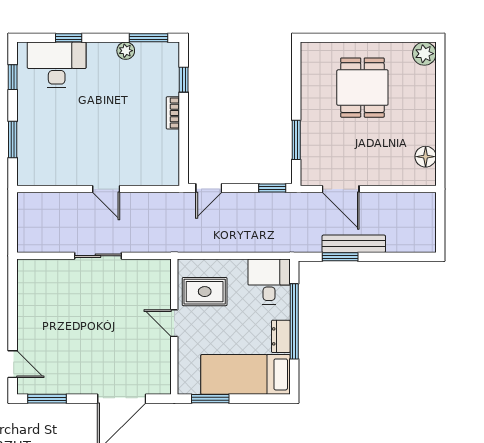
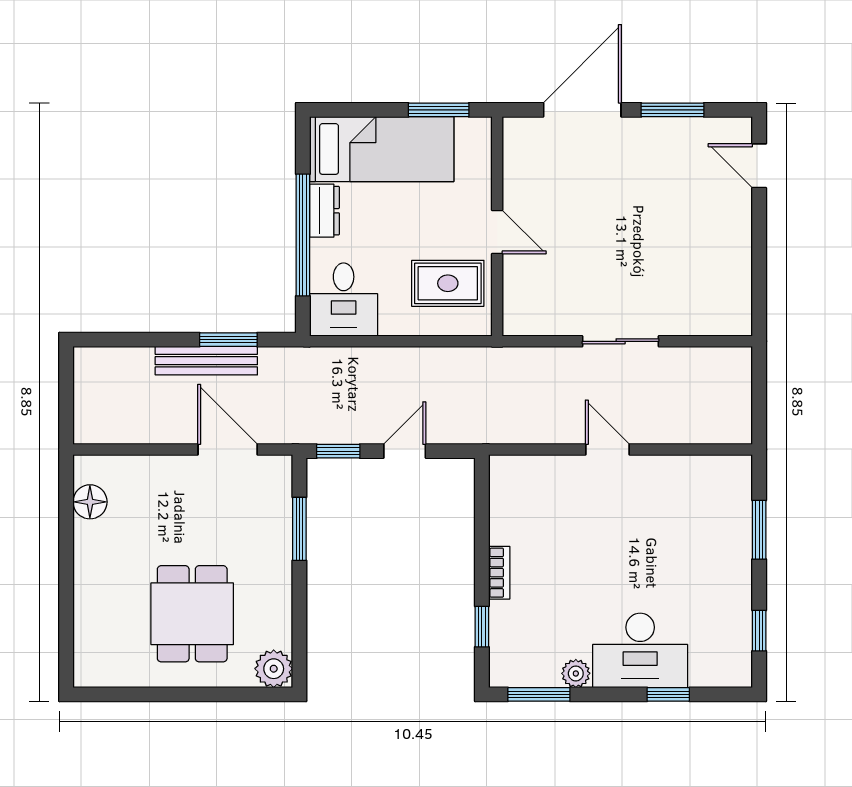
plant: (424, 54) -> (274, 669), moved
desk: (57, 65) -> (640, 650), moved
door: (209, 188) -> (405, 451), moved
window: (47, 399) -> (672, 110), moved

